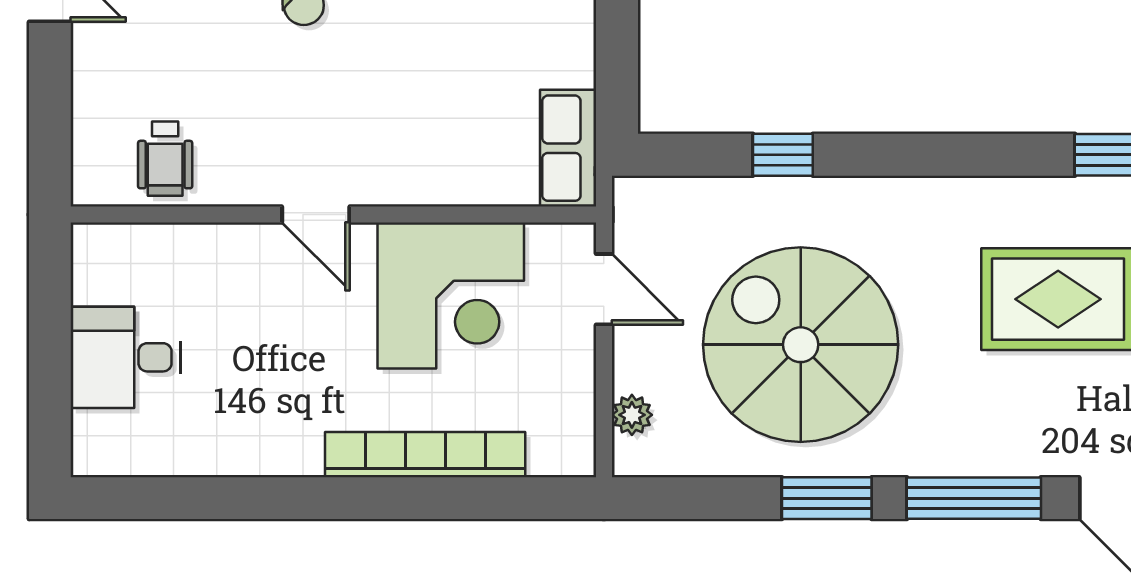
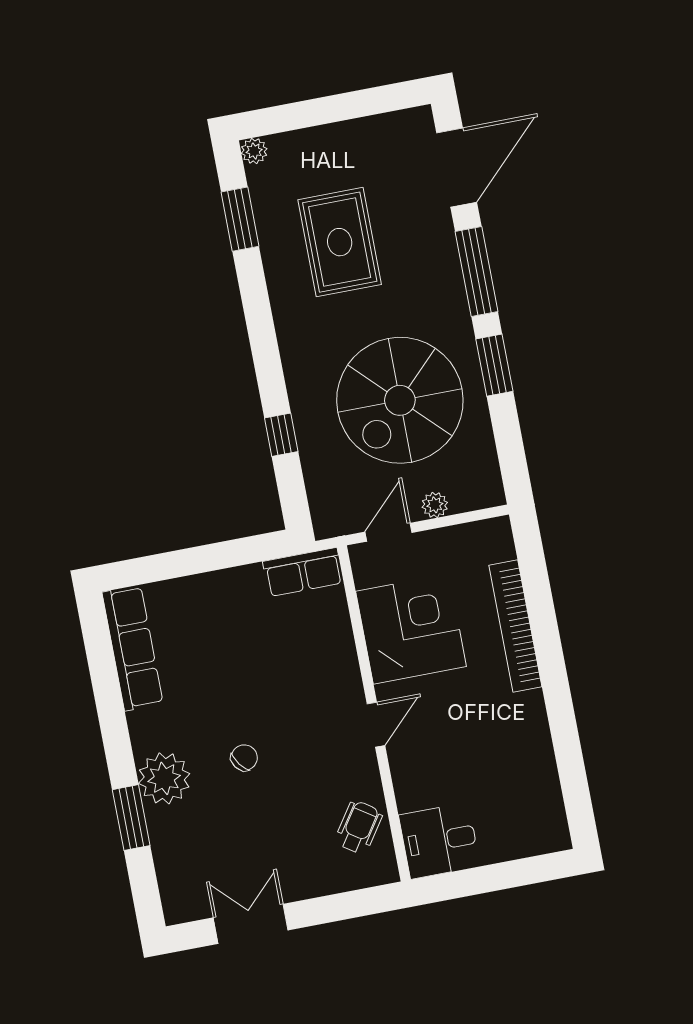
wheelchair: (165, 159) -> (359, 827), turned -56
desk: (125, 357) -> (439, 841), moved, turned 90
plant: (632, 415) -> (435, 505), moved

